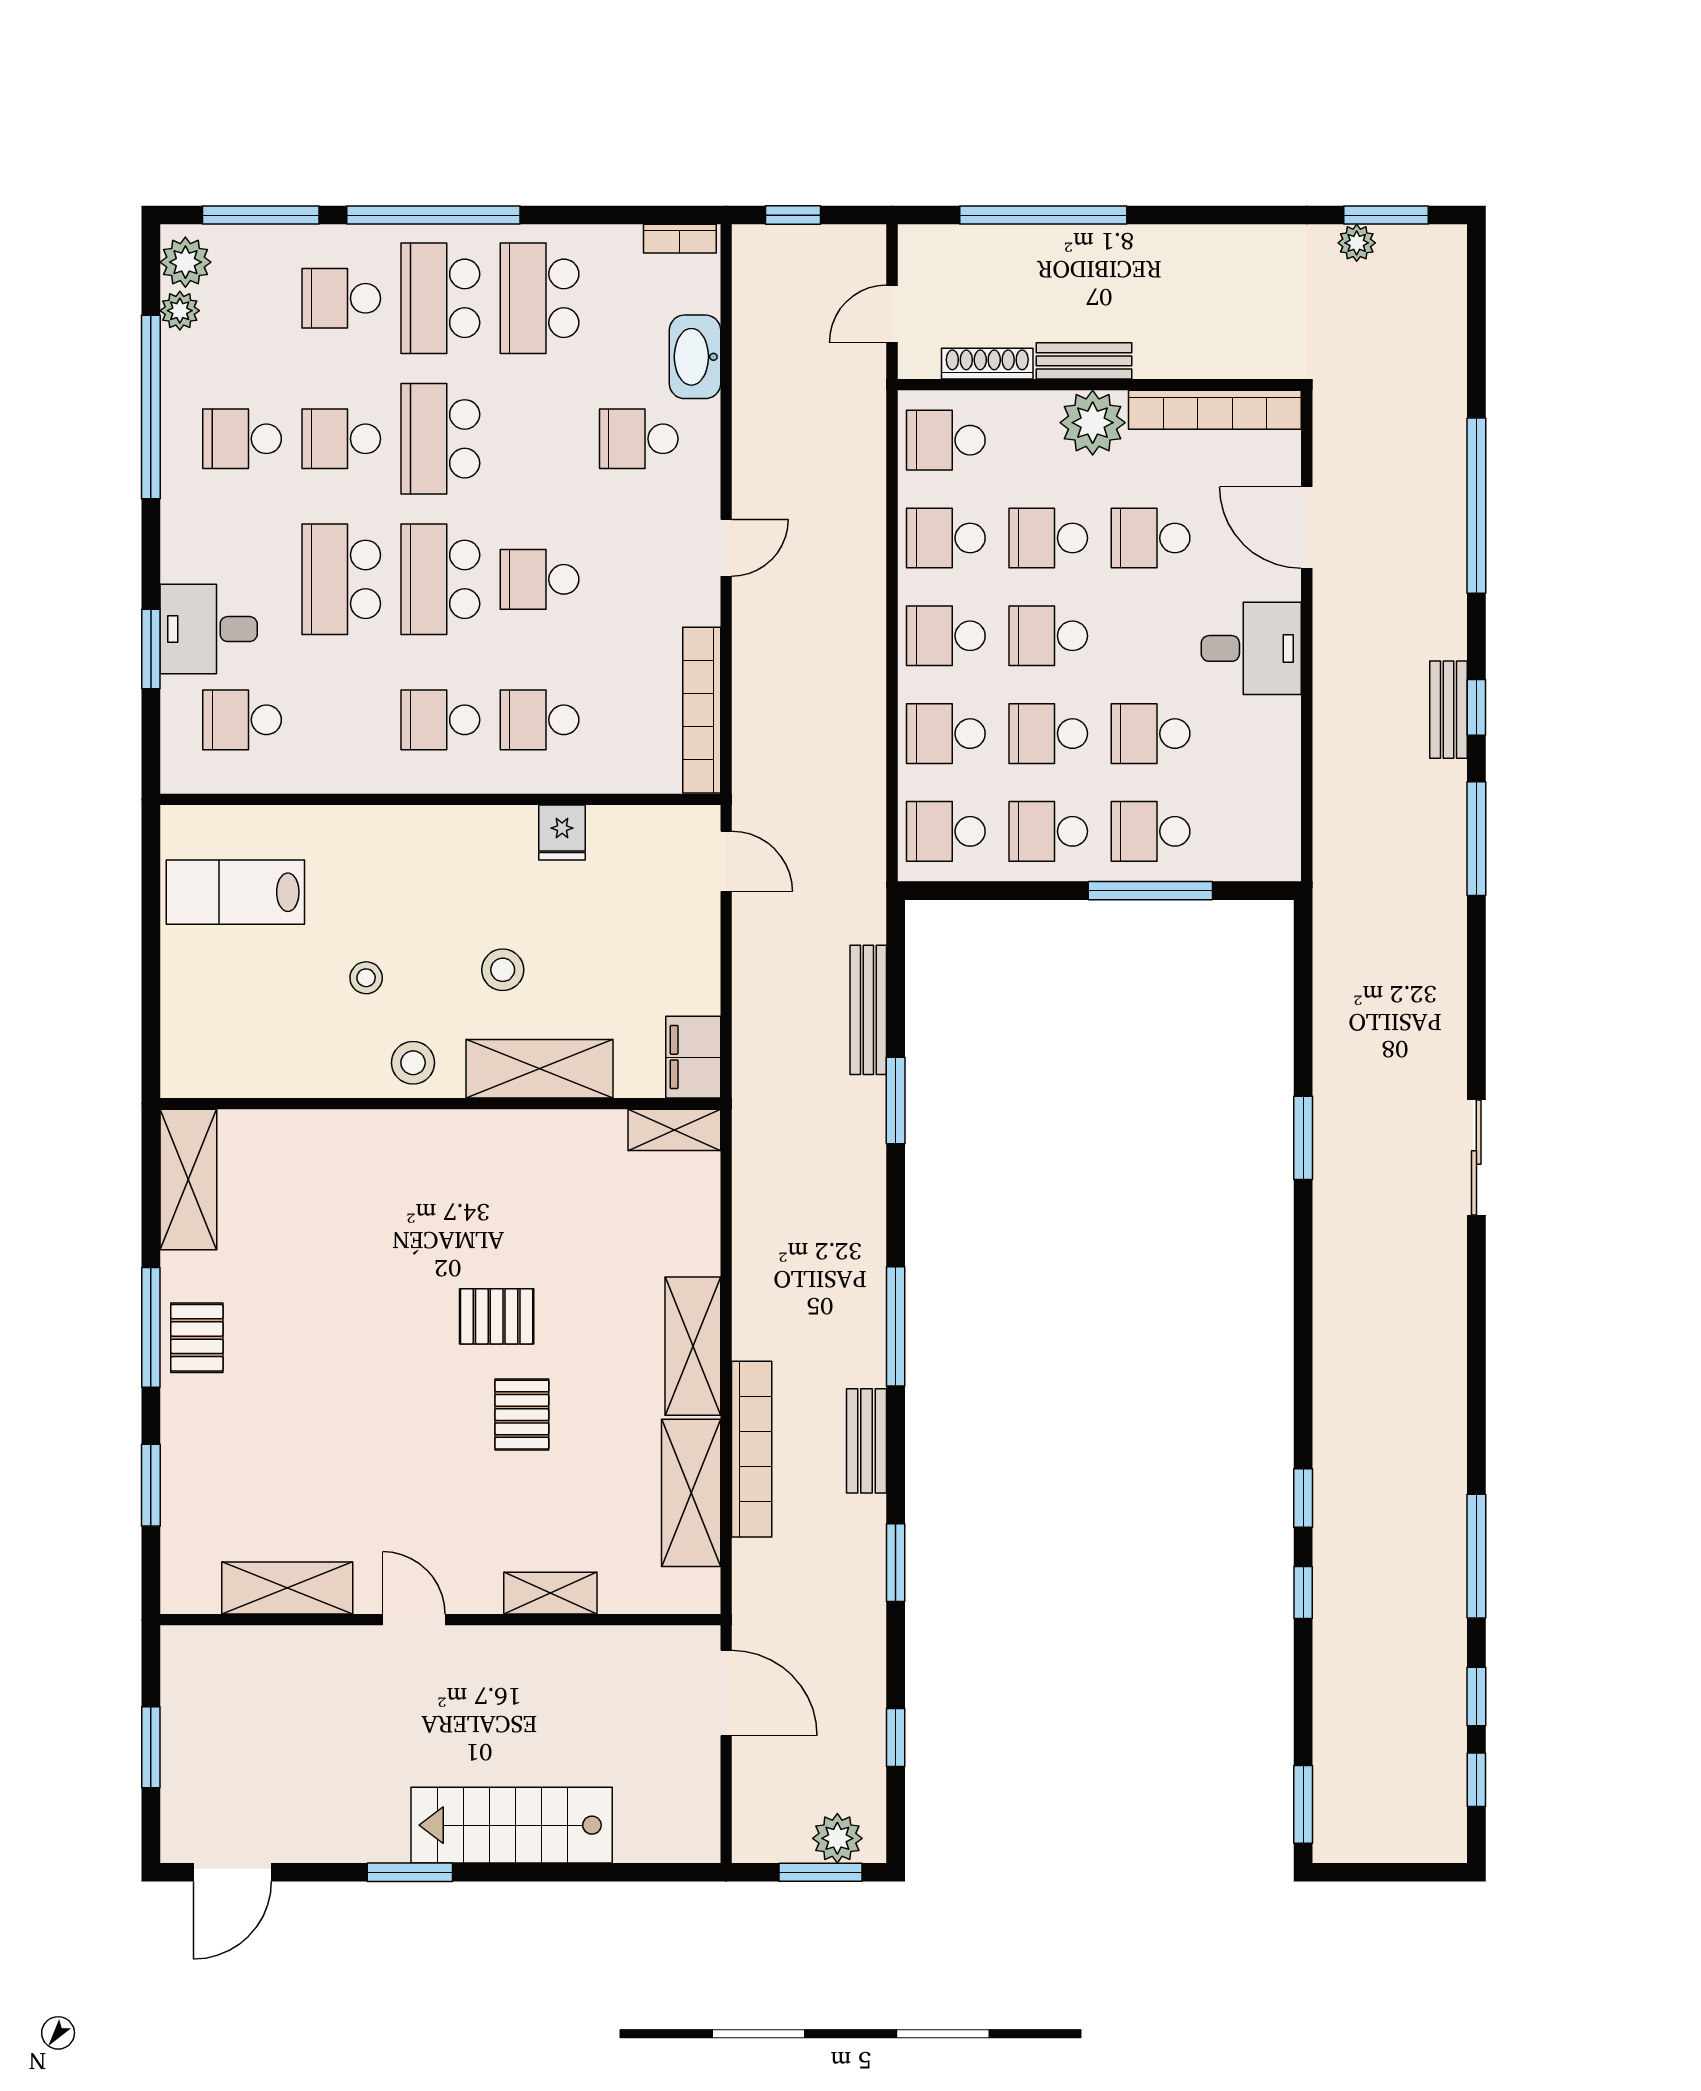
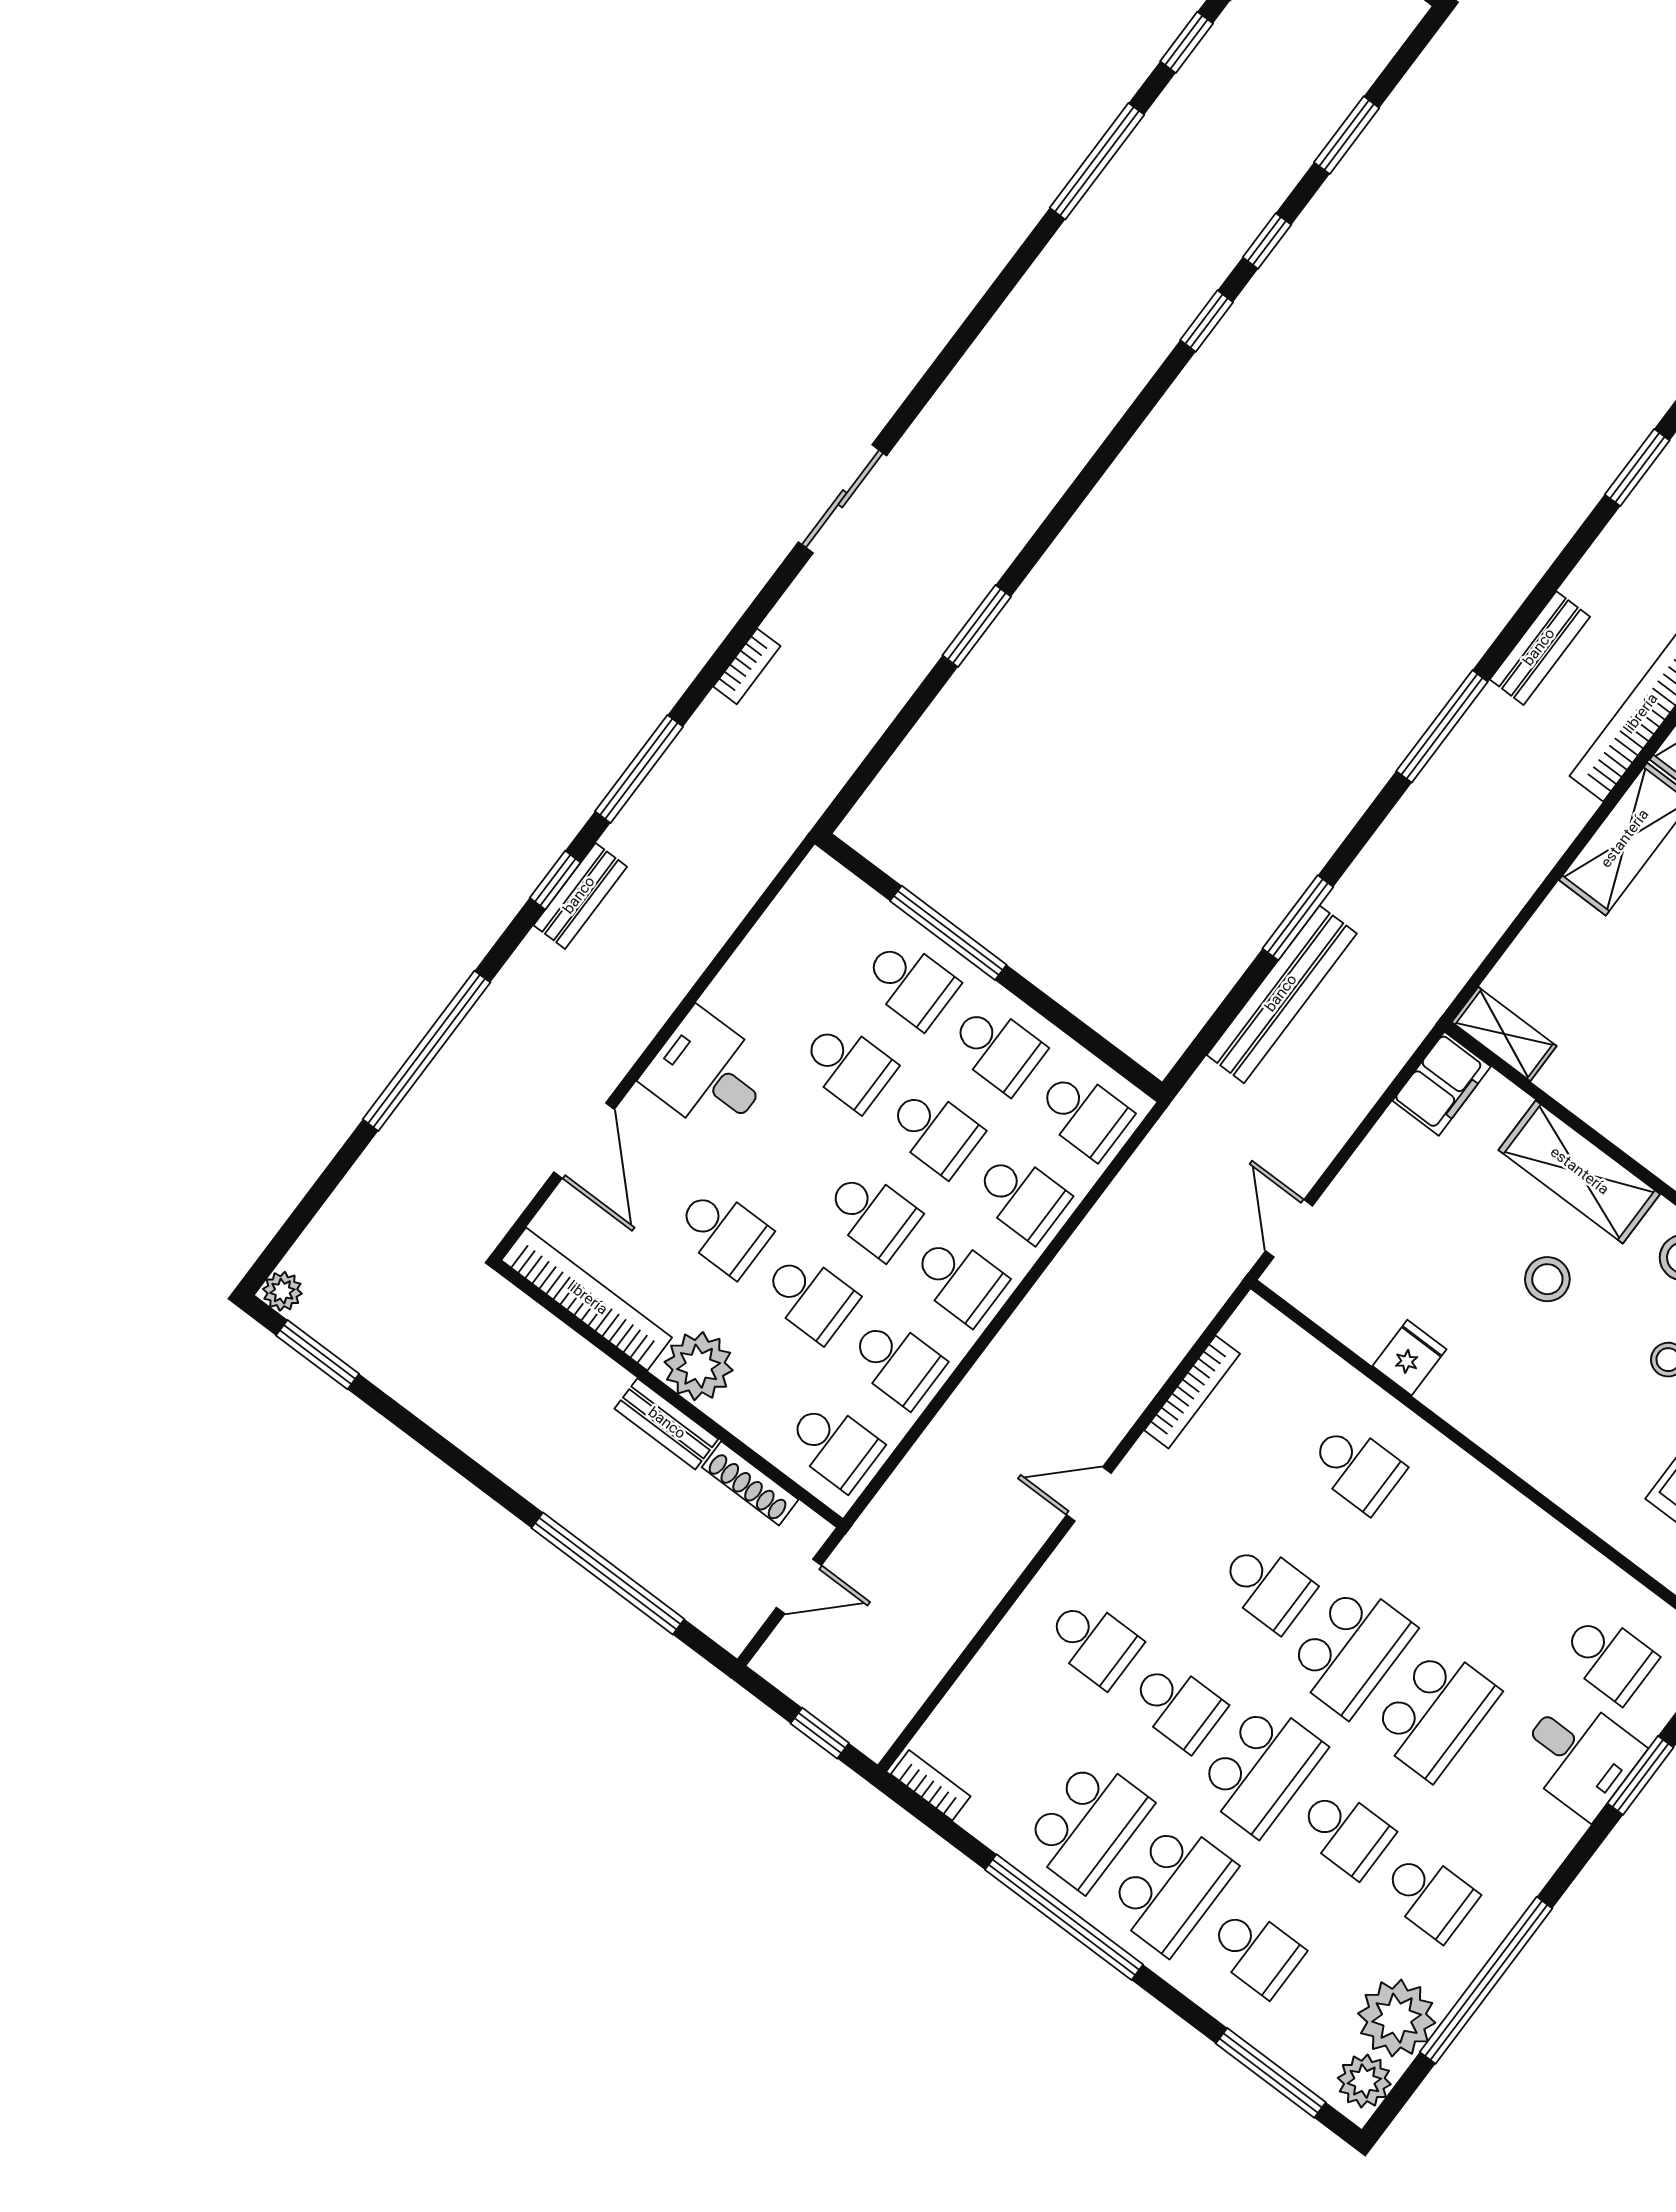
window: (433, 215) -> (1064, 1917), moved
plant: (1357, 243) -> (282, 1291), moved
plant: (180, 311) -> (1397, 2018), width x1.87, depth x1.87
washbasin: (695, 357) -> (993, 1676), removed
bookcase: (702, 710) -> (1192, 1392), width x0.68, depth x0.76
school desk: (440, 720) -> (1177, 1705), moved
bookcase: (1453, 977) -> (747, 666), added
bench: (868, 1010) -> (1282, 994), width x1.37, depth x1.21
window: (896, 1563) -> (1637, 467), moved
window: (1303, 1804) -> (1347, 135), moved

